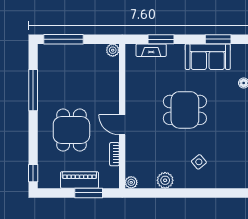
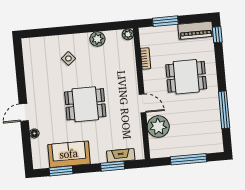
window: (64, 39) -> (189, 159), moved
plant: (113, 50) -> (158, 127), moved, width x1.88, depth x1.88
door: (122, 125) -> (142, 103), moved
dining table: (71, 130) -> (186, 77), turned 90
piano: (79, 180) -> (196, 30), moved

